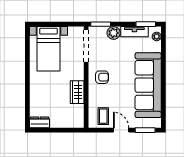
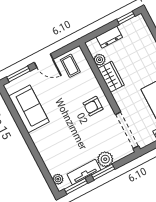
window: (101, 24) -> (103, 172), moved
sofa: (148, 85) -> (29, 109), width x0.54, depth x0.79
plant: (79, 109) -> (100, 60), added
dresser: (39, 122) -> (109, 37), moved
window: (43, 130) -> (126, 18), added

